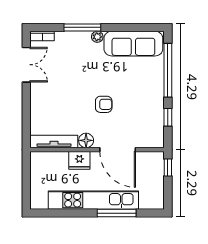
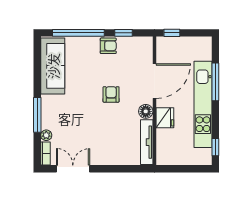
plant: (97, 37) -> (46, 135), moved
armchair: (154, 101) -> (108, 46), added
window: (49, 213) -> (215, 147), added

